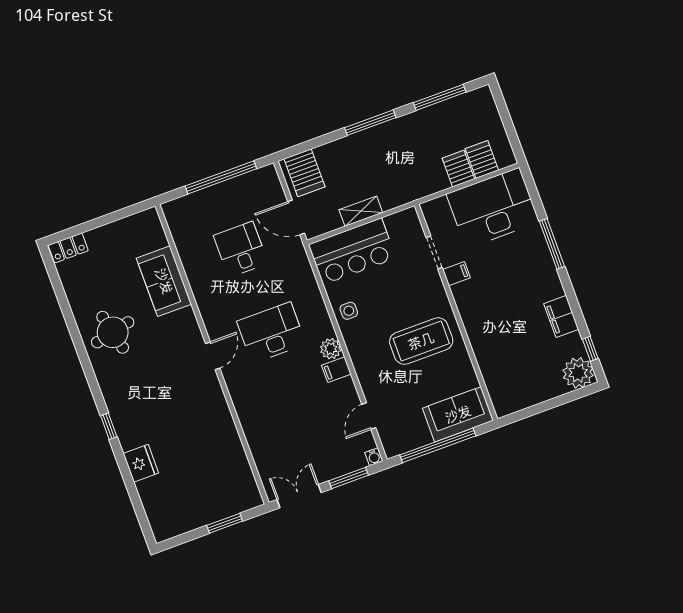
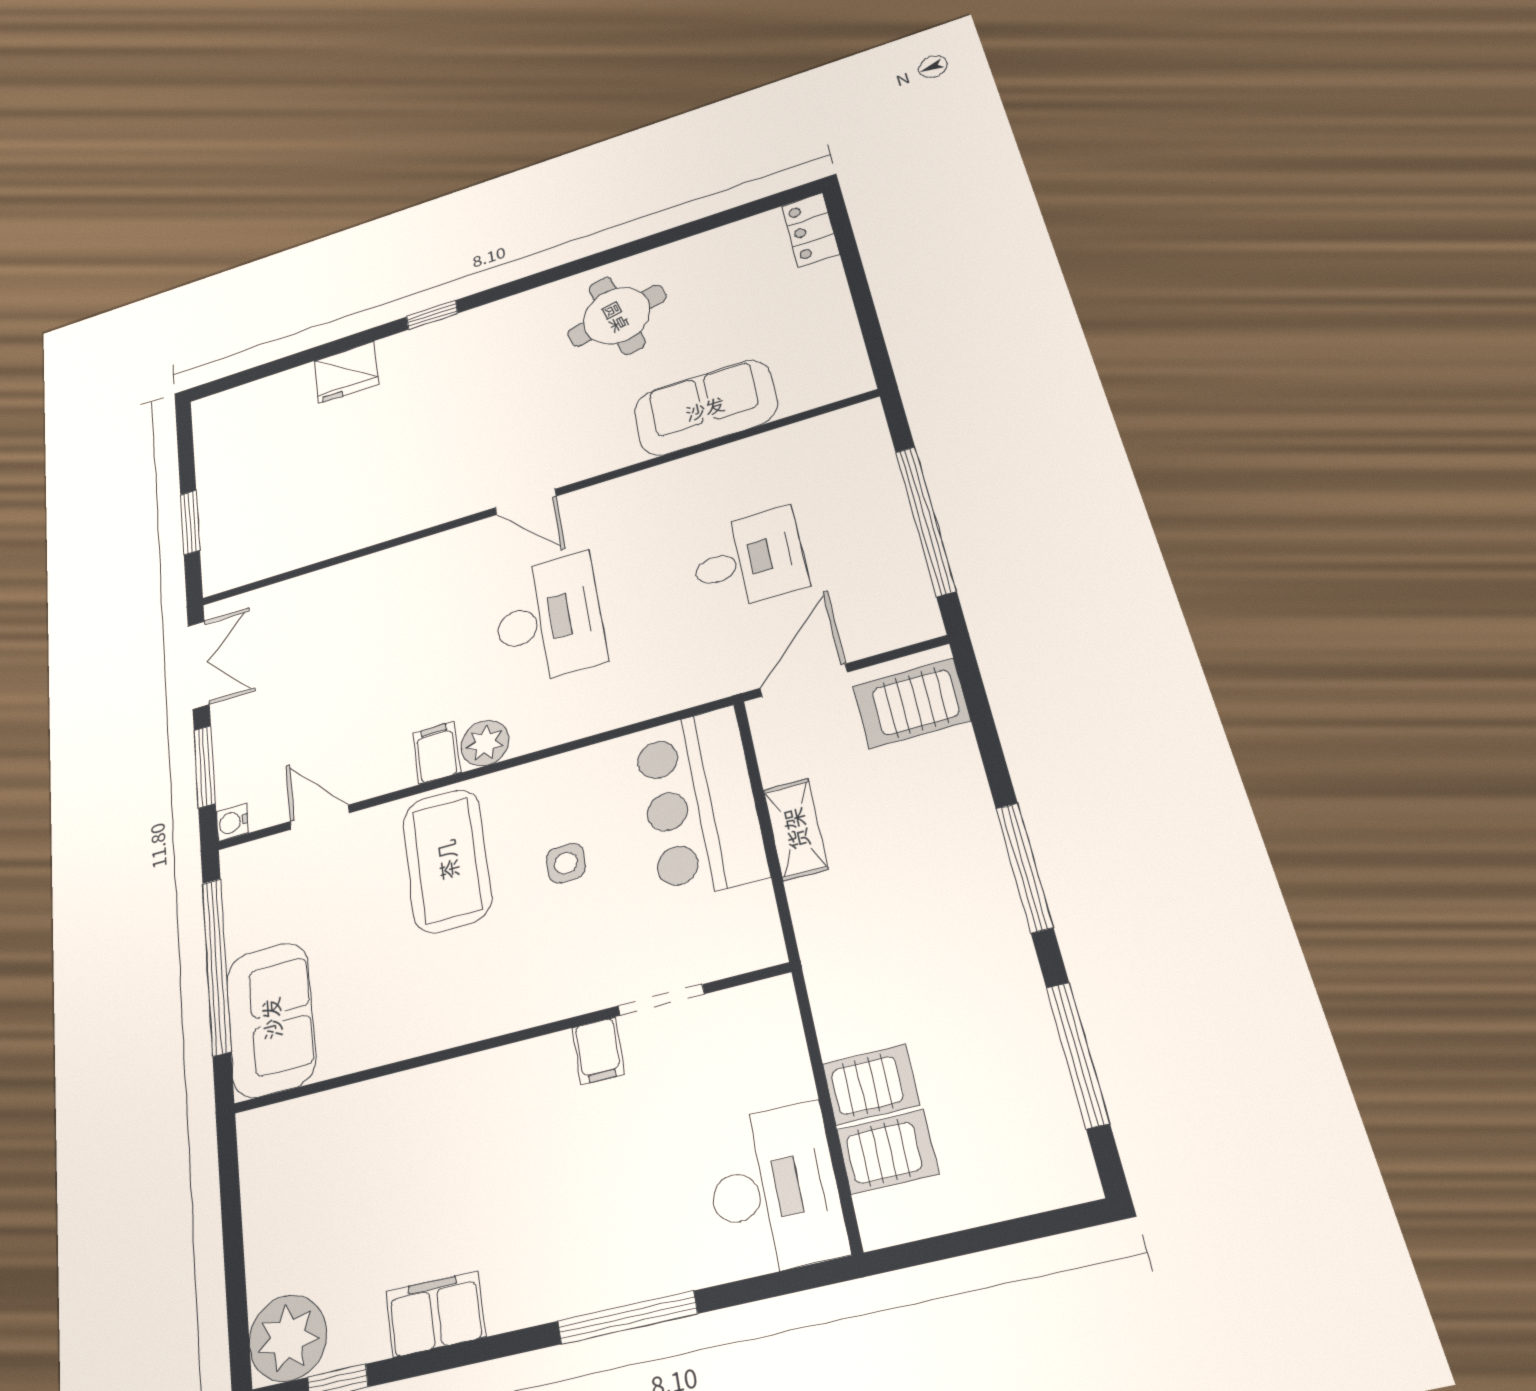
desk: (493, 208) -> (774, 1190), width x0.73, depth x0.77
side table: (349, 311) -> (566, 863), moved
coffee table: (421, 341) -> (447, 860), moved

